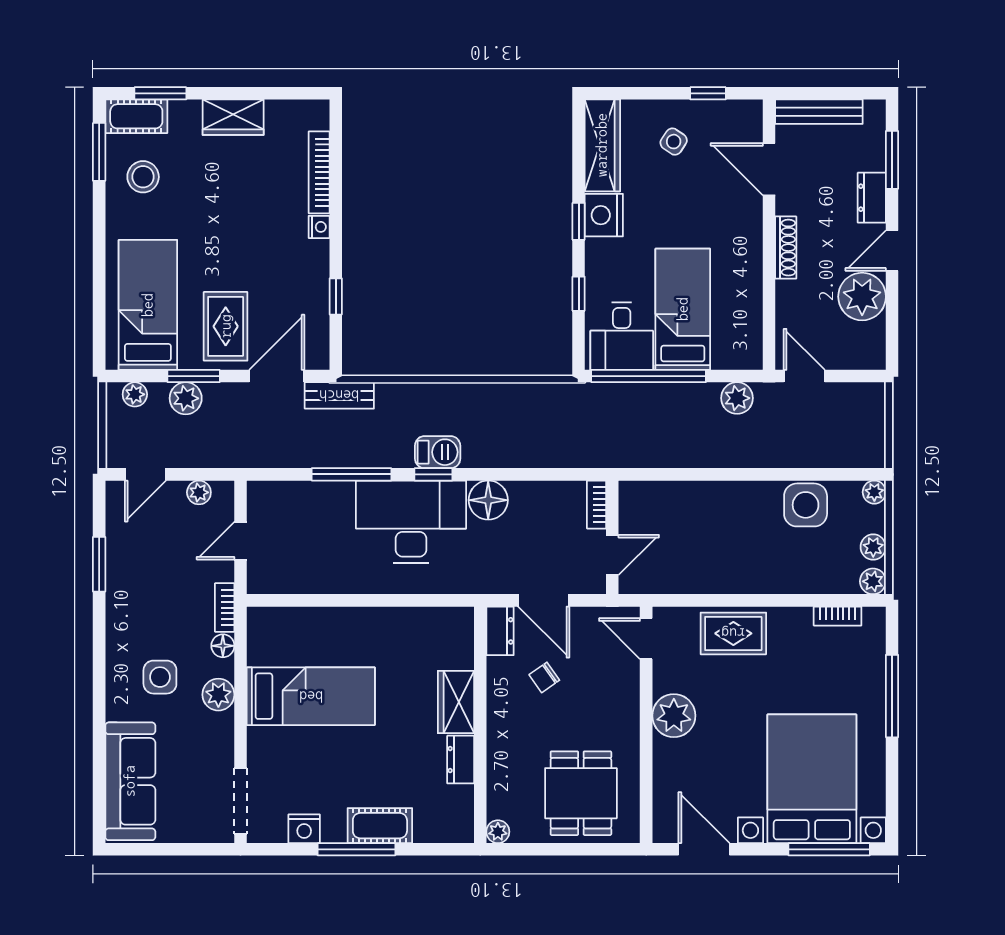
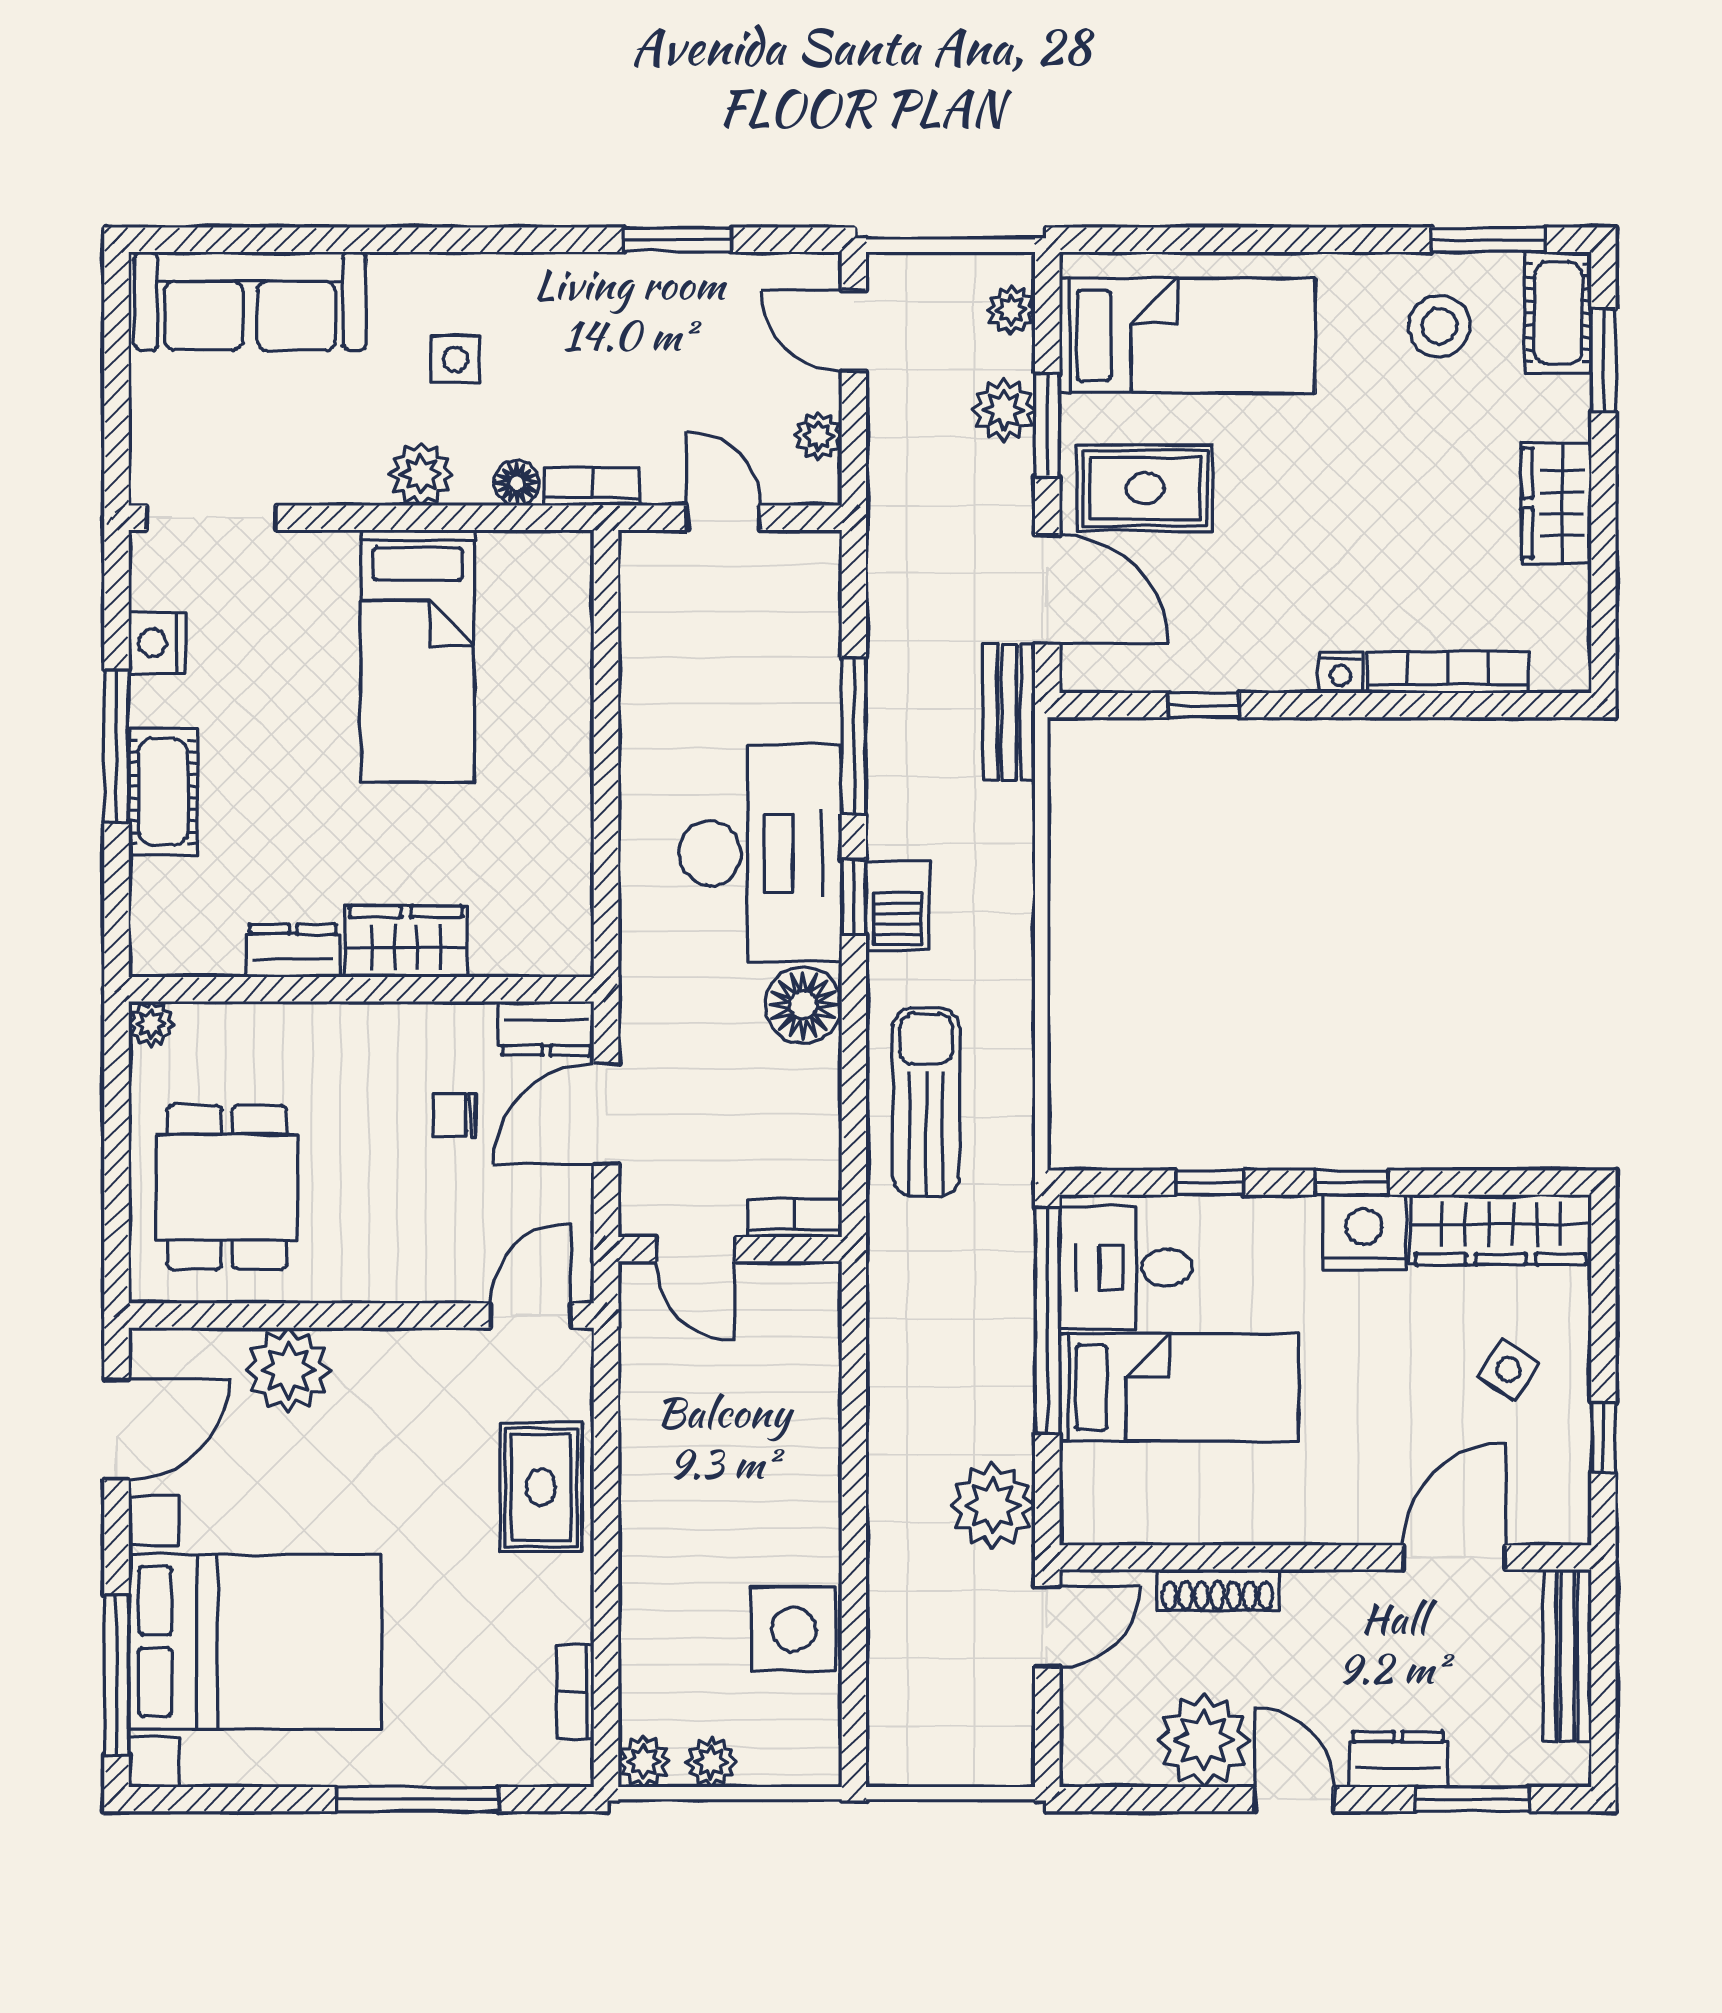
shoe rack: (786, 248) -> (1218, 1590), moved
plant: (737, 398) -> (993, 1506), width x1.36, depth x1.36
sun lounger: (538, 438) -> (926, 1102), added
plant: (874, 492) -> (819, 1764), removed
side table: (160, 677) -> (455, 359), width x0.73, depth x0.73
chair: (544, 677) -> (454, 1115), turned -55
plant: (674, 716) -> (288, 1370), moved
dining table: (581, 793) -> (227, 1187), turned 90

